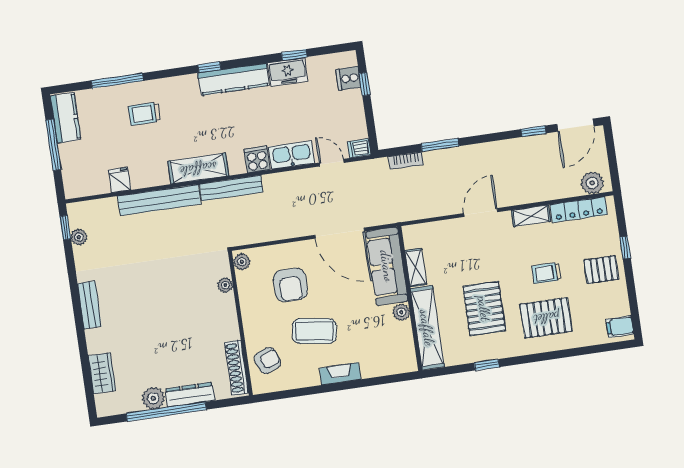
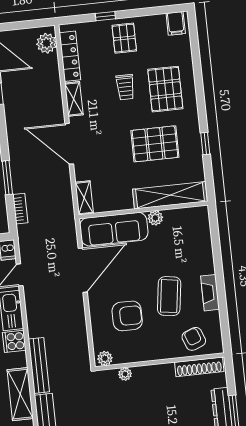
door: (481, 213) -> (69, 144), width x1.36
shelving: (416, 268) -> (84, 198), moved, turned 90
fireplace: (340, 374) -> (210, 293), moved

